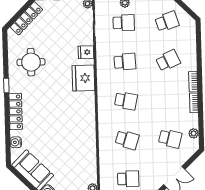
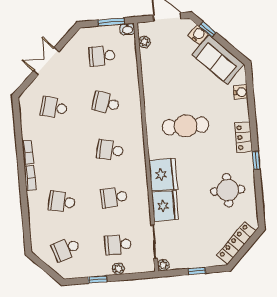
fridge: (86, 52) -> (165, 206), width x1.88, depth x1.34
school desk: (168, 61) -> (62, 202), turned 36
locker: (16, 111) -> (244, 137), width x0.66
cafe table: (63, 117) -> (186, 126), added
plant: (194, 133) -> (26, 115), removed

